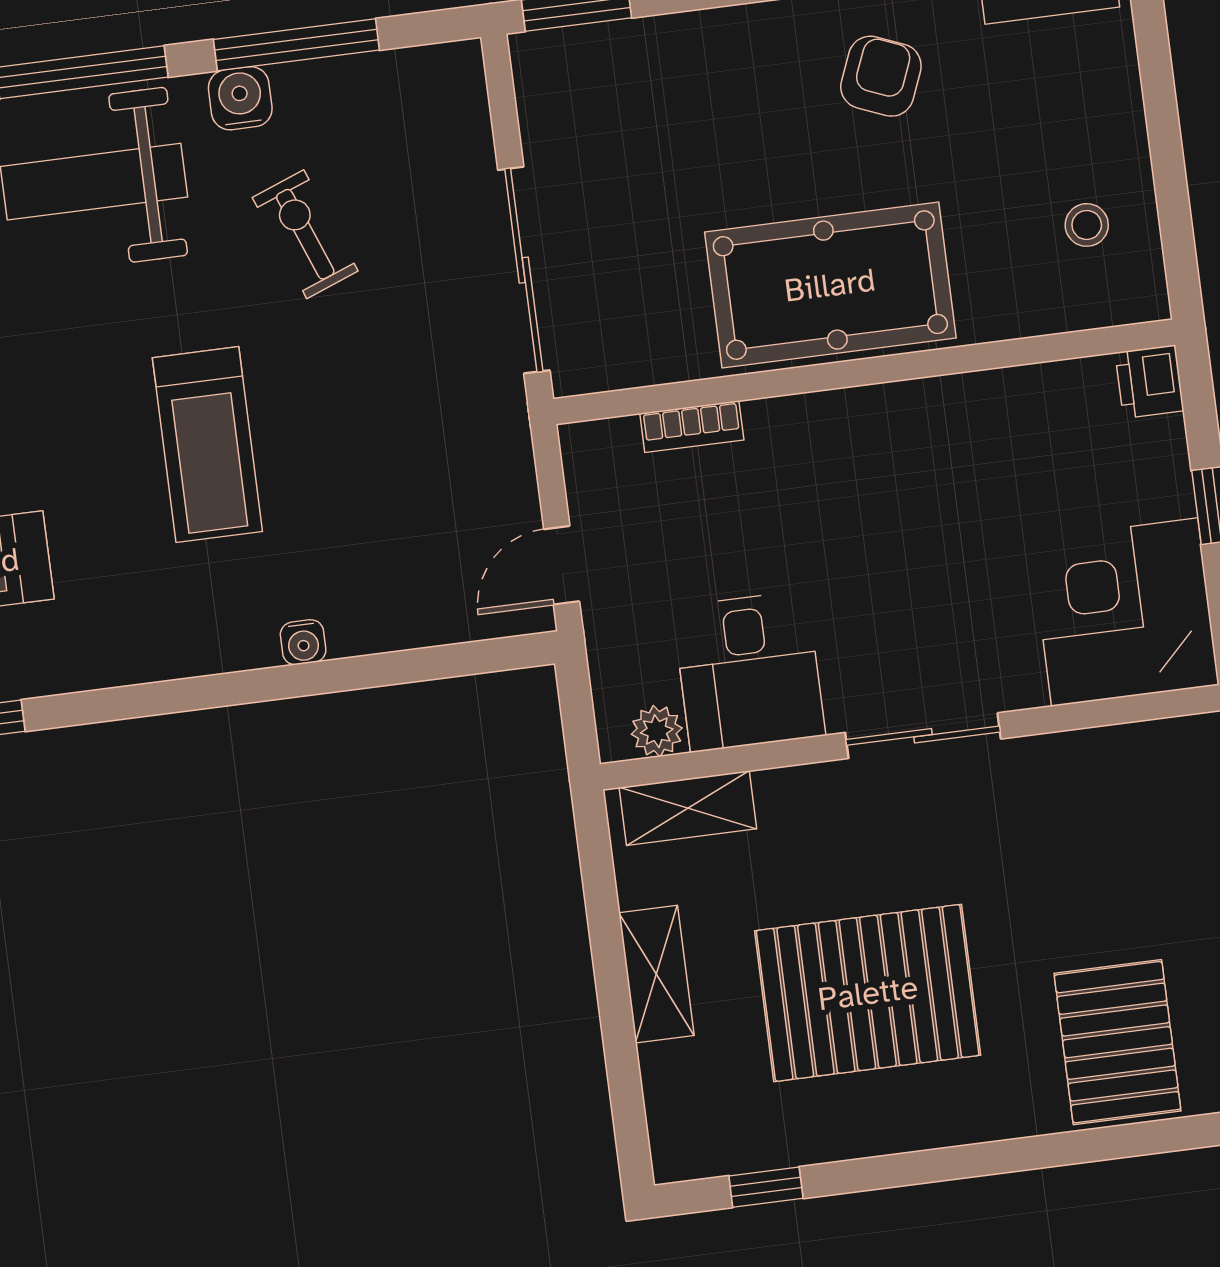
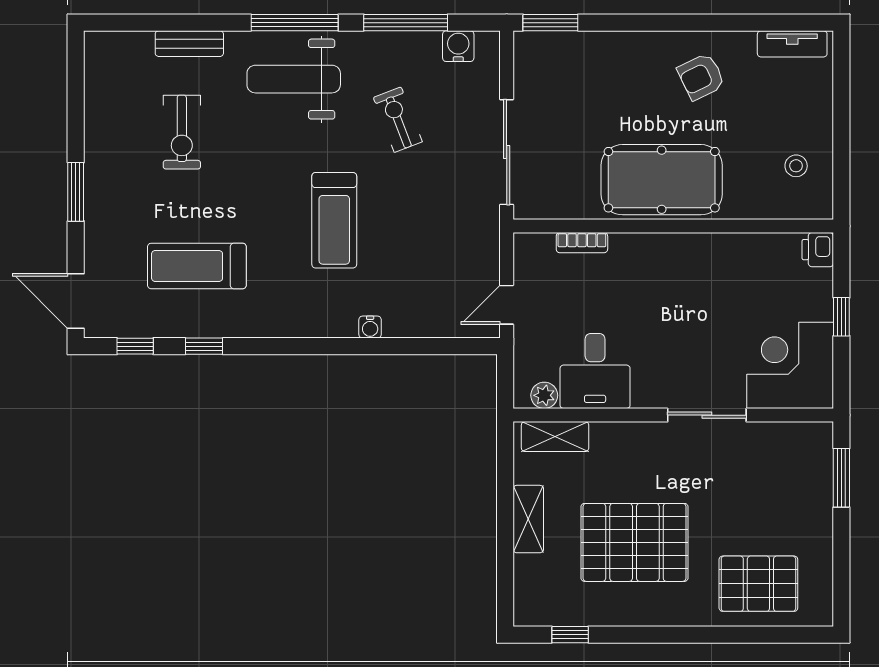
armchair: (881, 76) -> (701, 77), turned -138
water cooler: (240, 98) -> (458, 46), moved
sliding door: (923, 736) -> (707, 415), moved
pallet: (1117, 1042) -> (758, 584), turned 90

